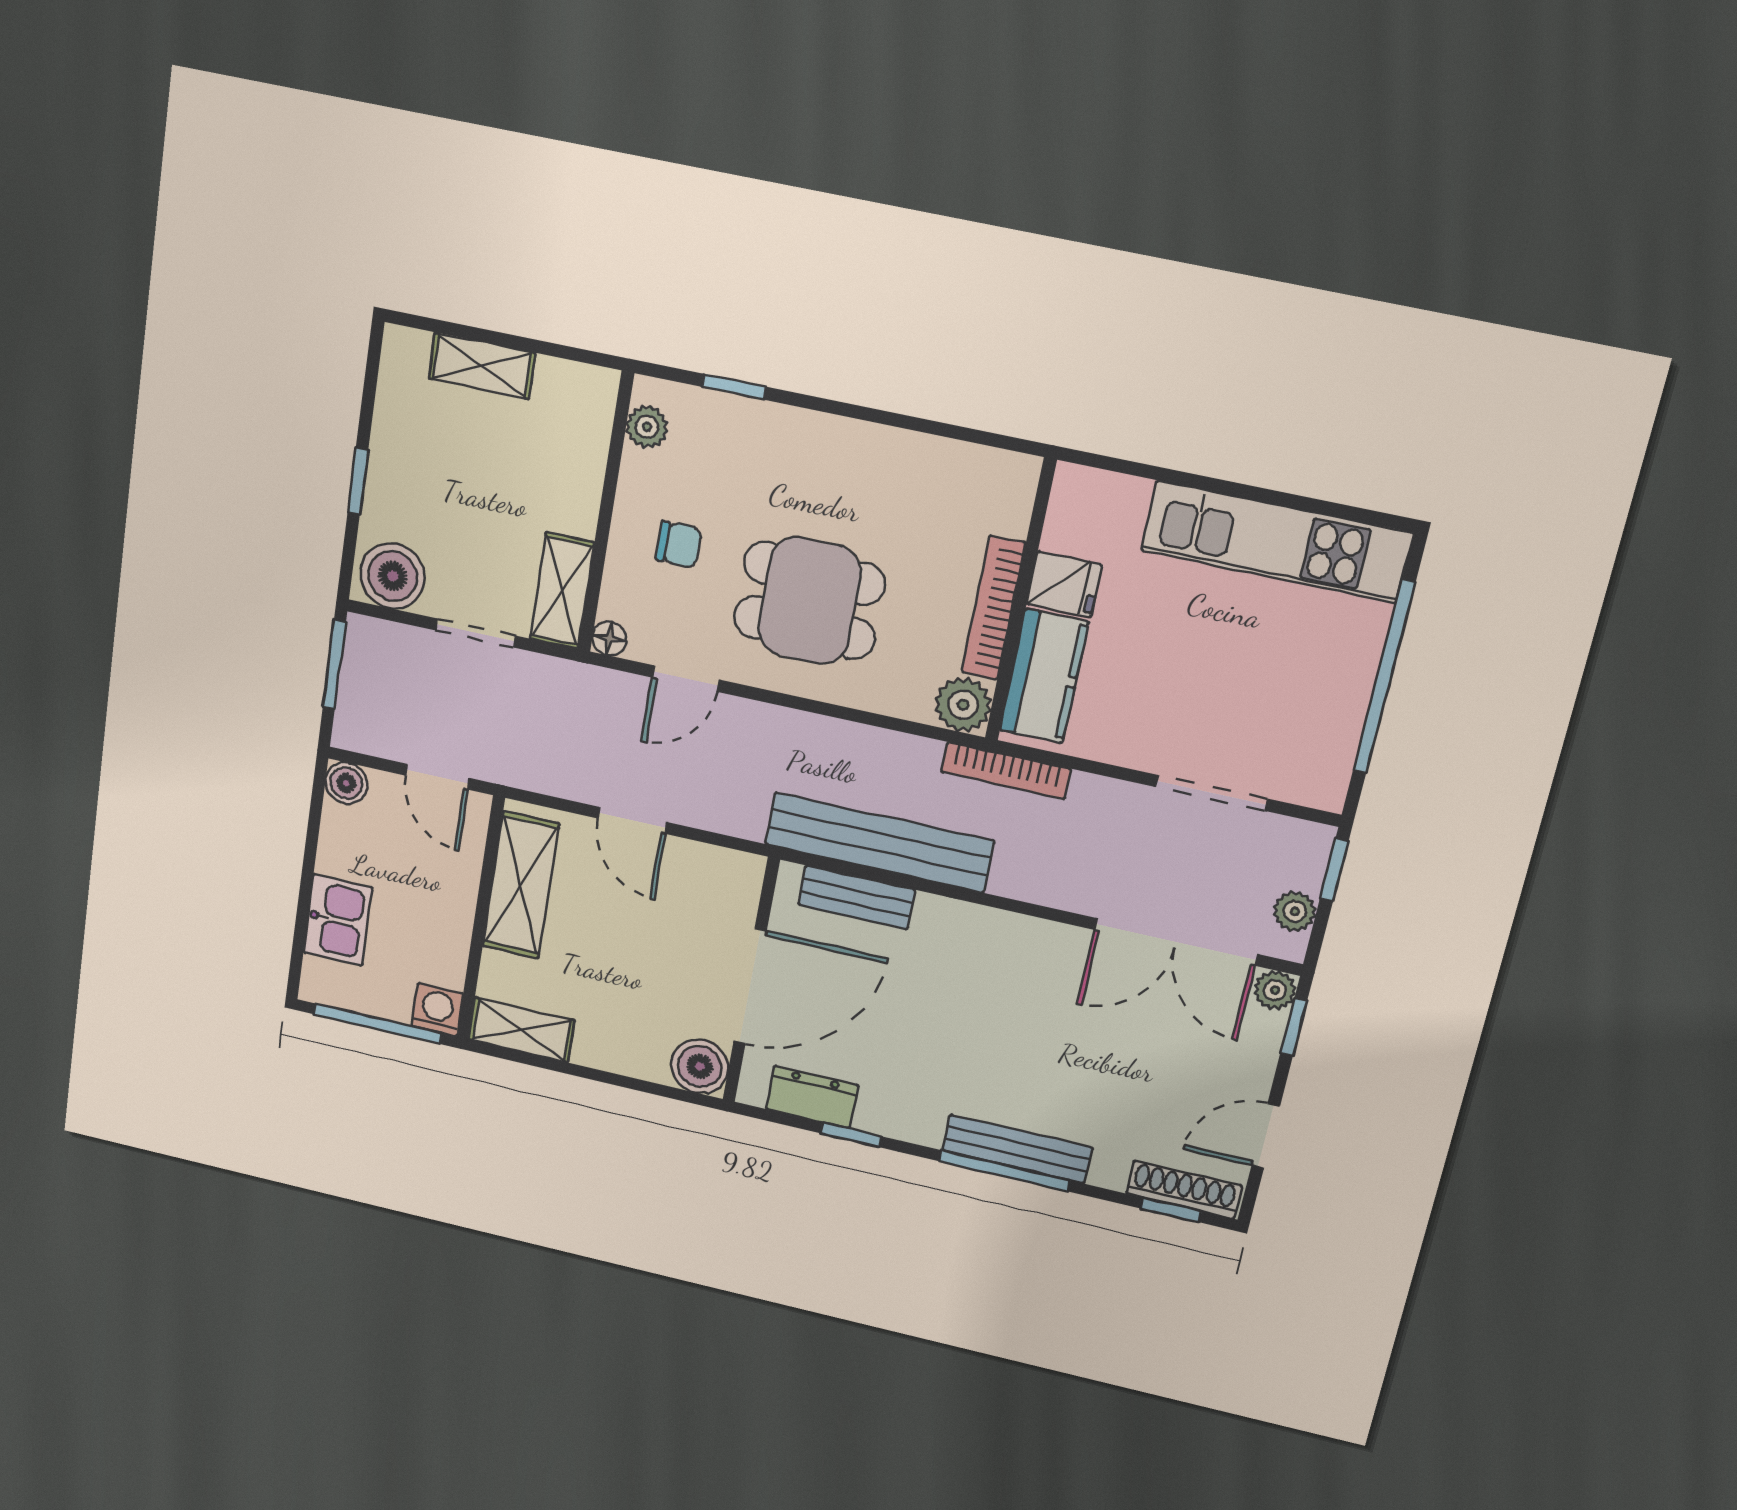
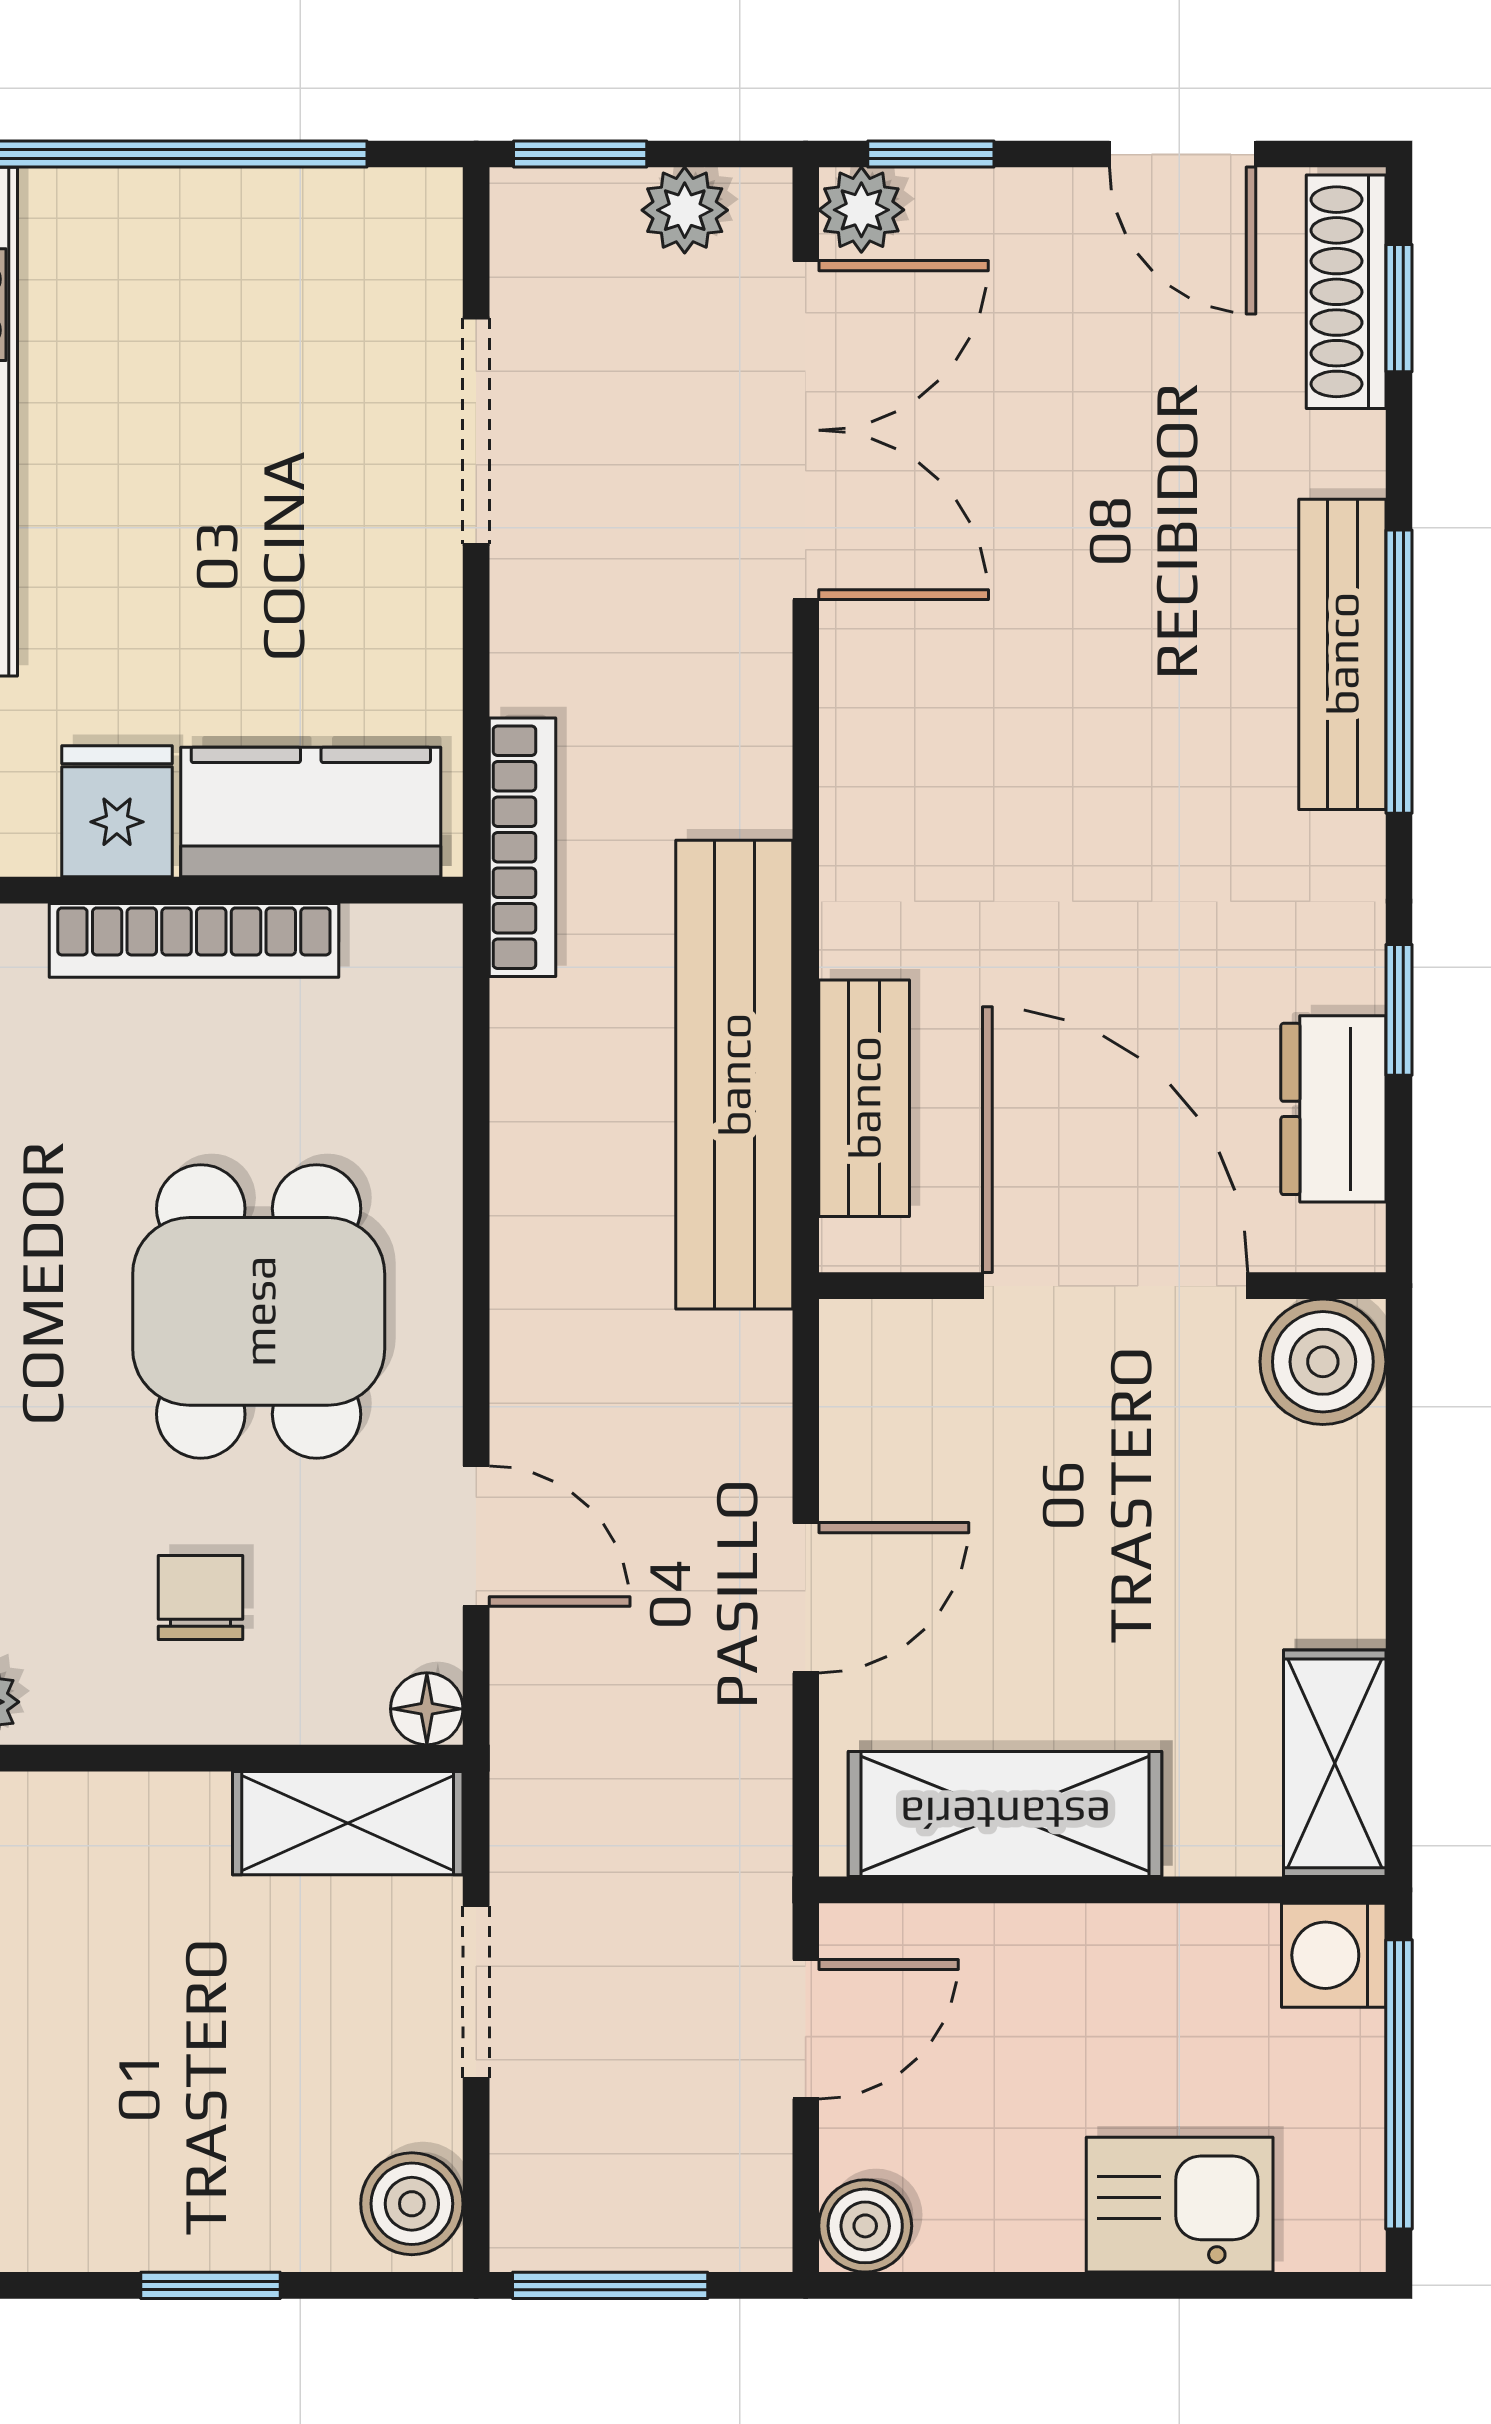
boiler: (393, 576) -> (412, 2204), width x0.73, depth x0.73
plant: (963, 705) -> (405, 961), removed

